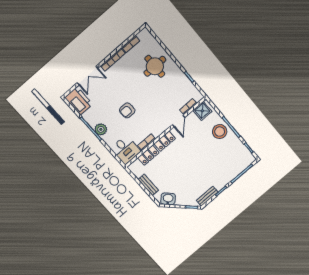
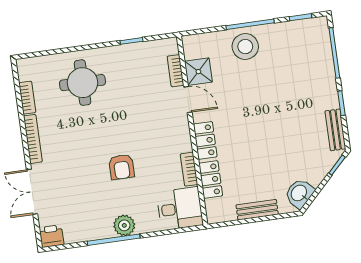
double door: (88, 76) -> (32, 192), swing flipped
printer: (79, 101) -> (52, 236), width x0.53, depth x0.68
shower: (202, 111) -> (198, 72), moved

